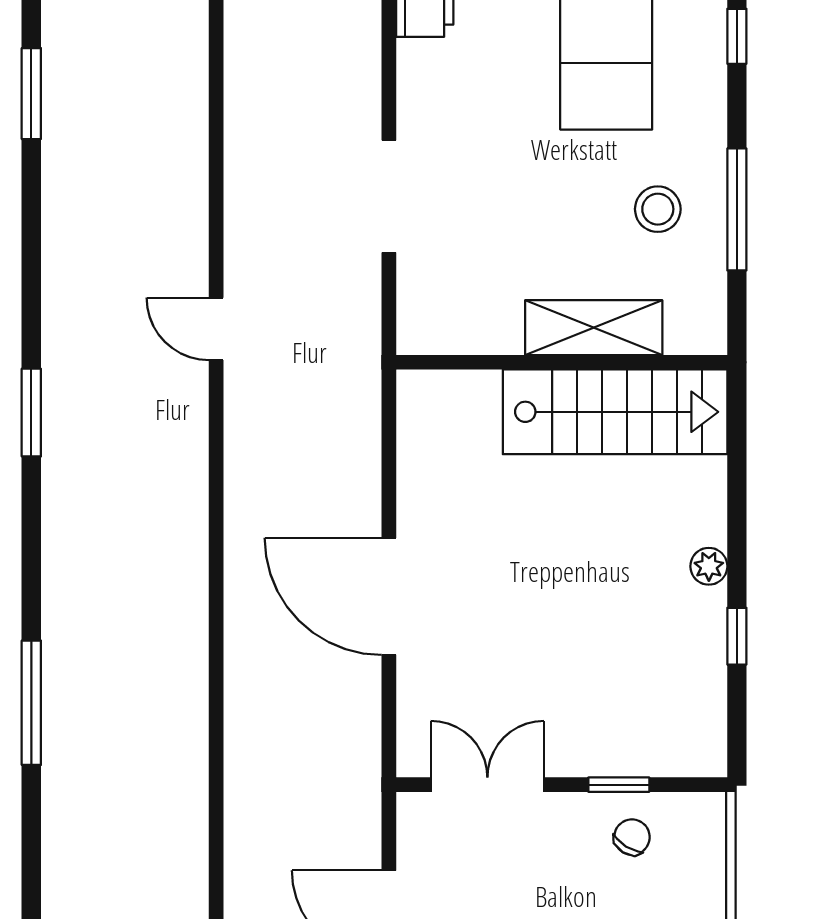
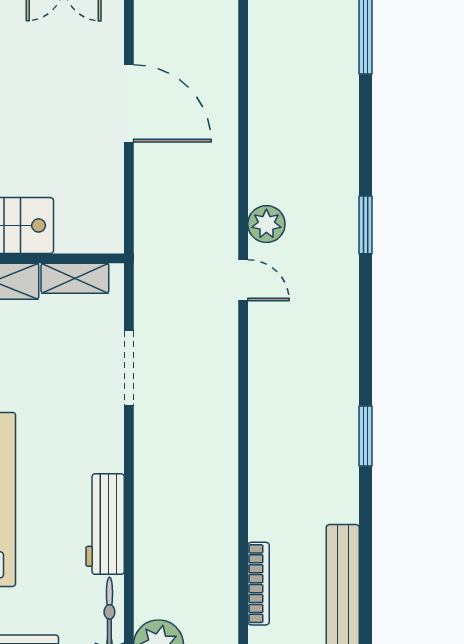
shelving: (470, 332) -> (75, 278), added
plant: (181, 414) -> (266, 224), added

